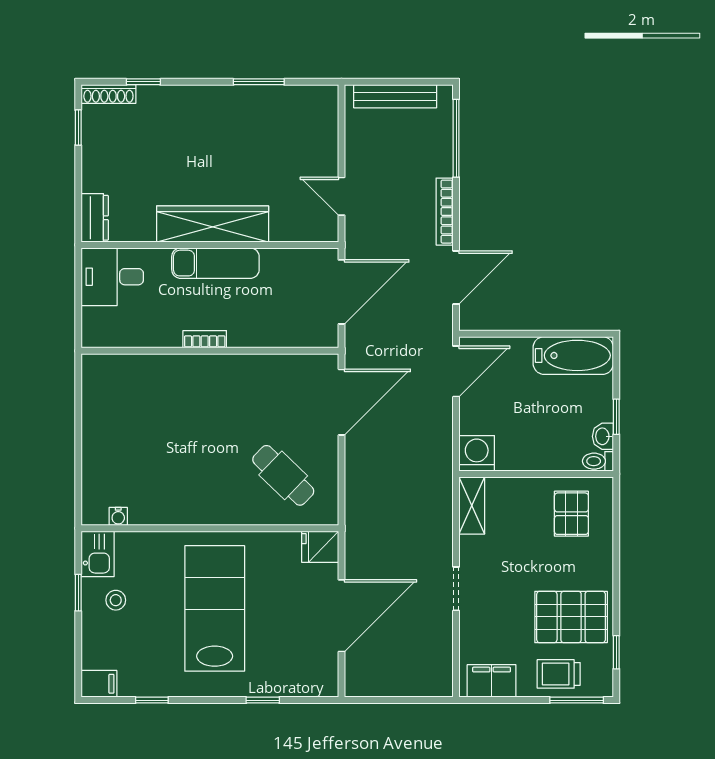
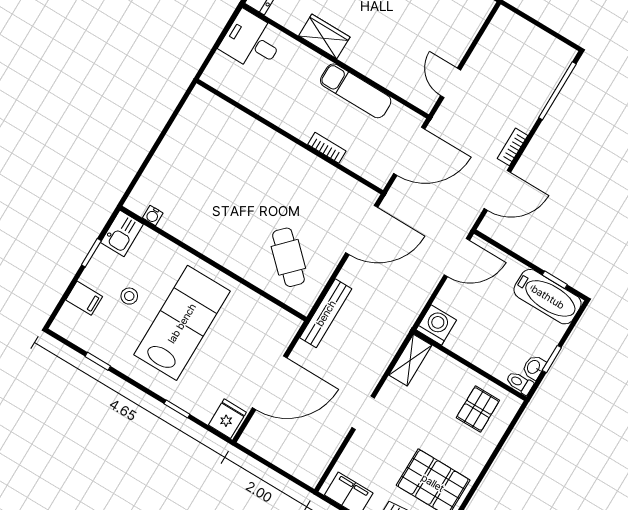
bench: (395, 96) -> (326, 313), moved, turned 90
bookcase: (445, 212) -> (512, 147), width x0.64
wardrobe: (213, 224) -> (324, 36), width x0.48, depth x0.85
exam couch: (215, 263) -> (356, 91), moved
window: (570, 334) -> (555, 280), added
bookcase: (205, 339) -> (327, 148), moved
fridge: (320, 547) -> (227, 419), moved, turned 90
stool: (116, 600) -> (129, 296), moved
filing cabinet: (99, 684) -> (84, 298), moved

